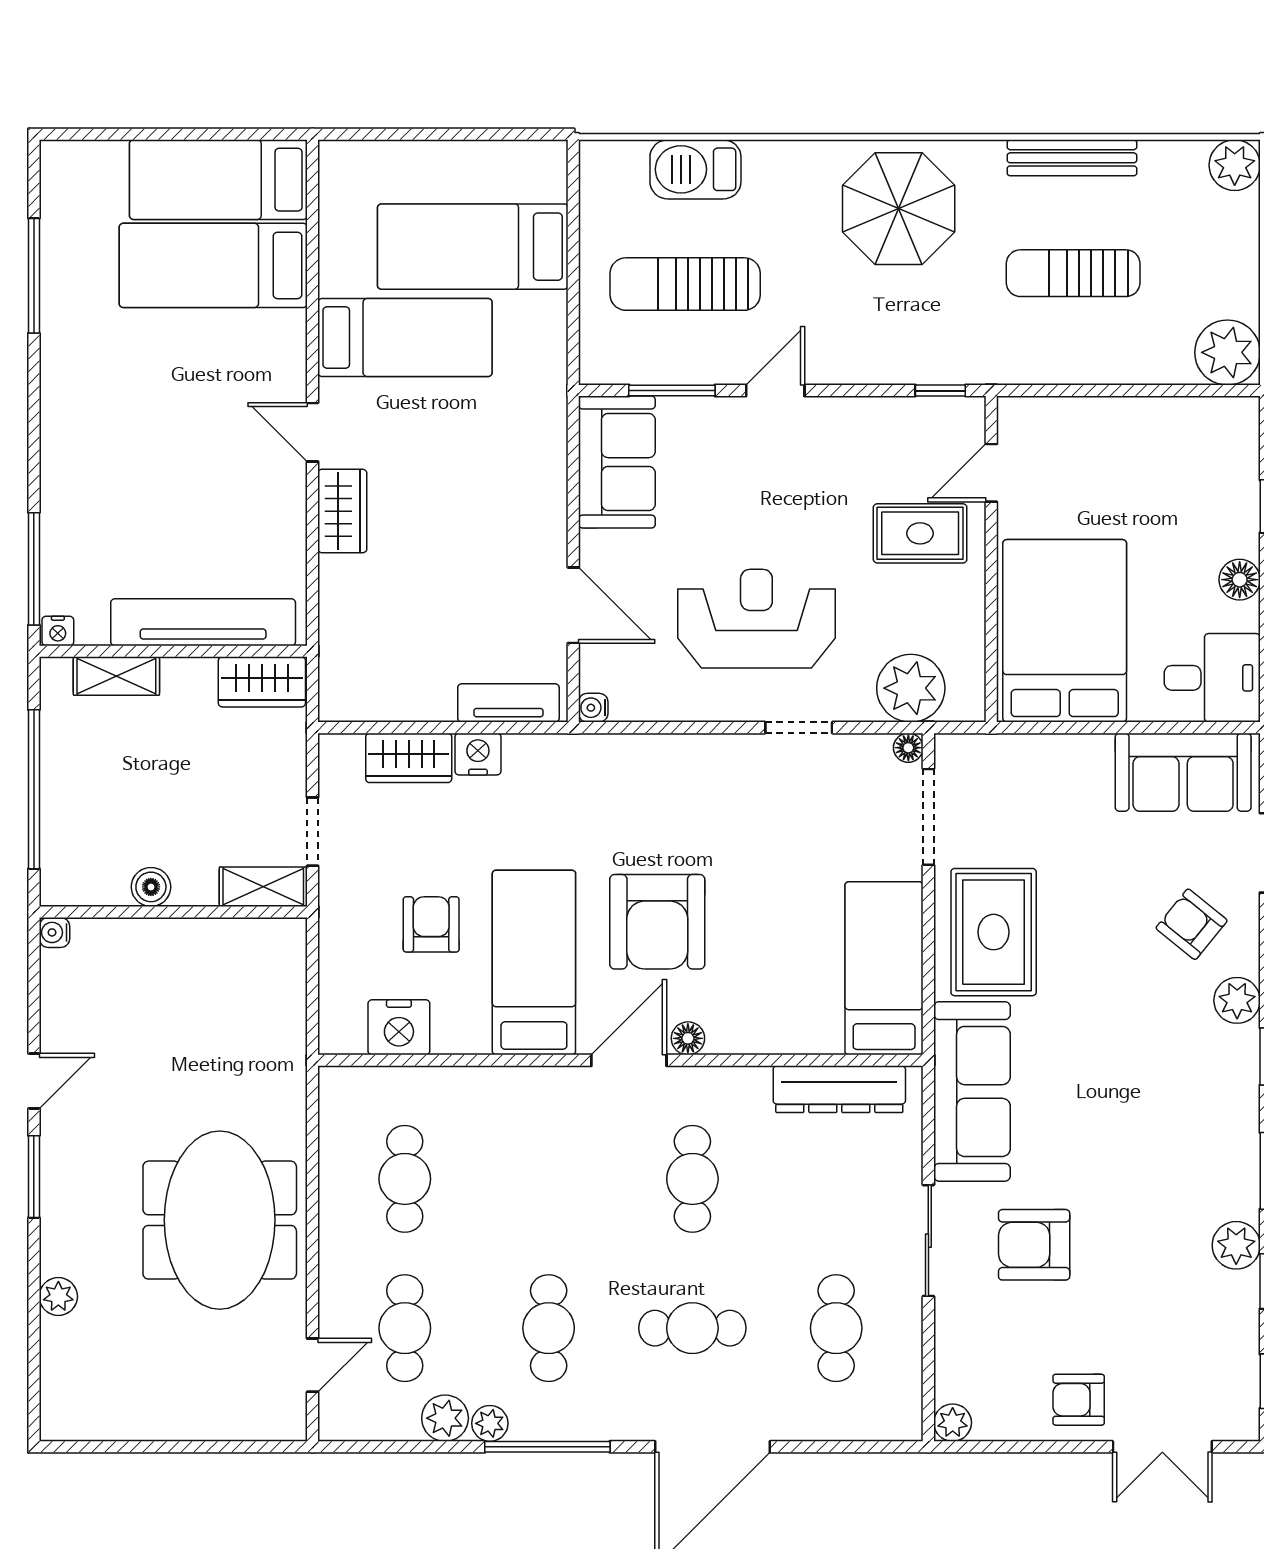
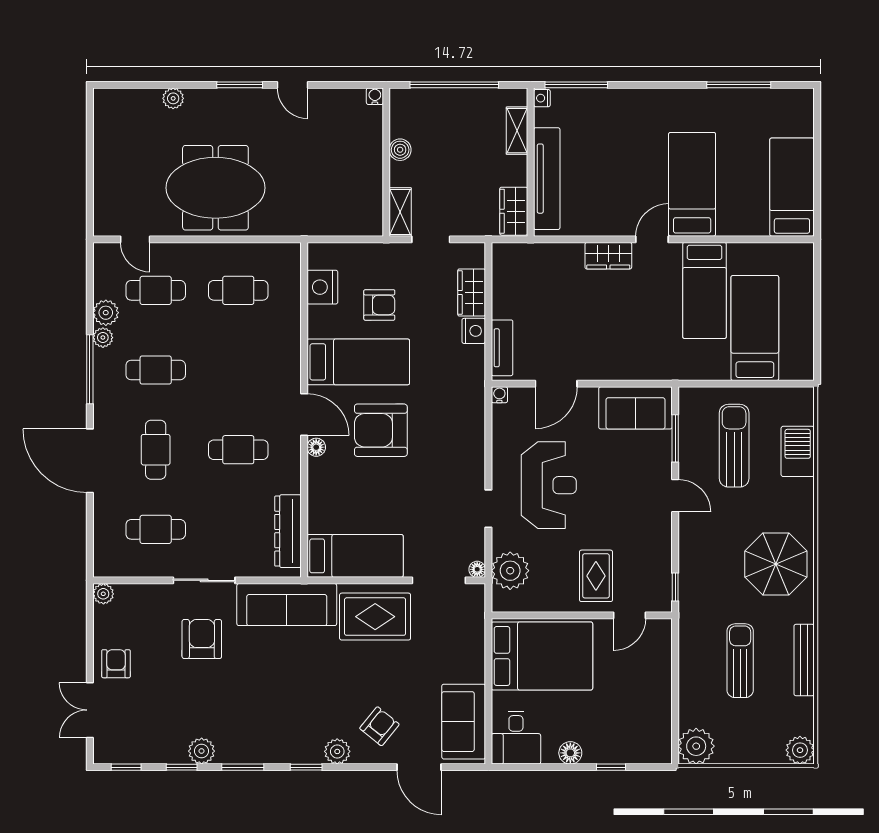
bed: (213, 265) -> (692, 184), moved
door: (991, 473) -> (630, 615), swing flipped

